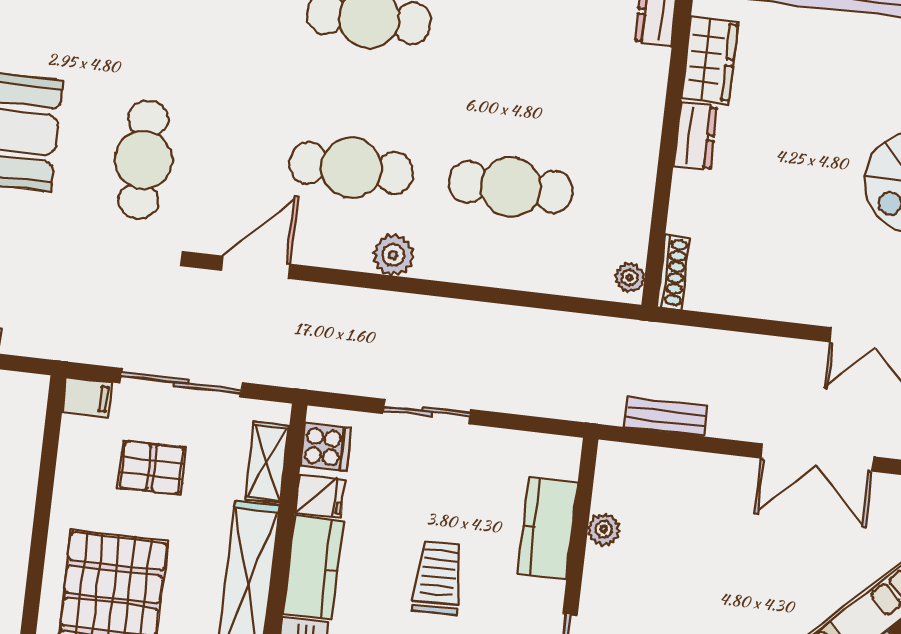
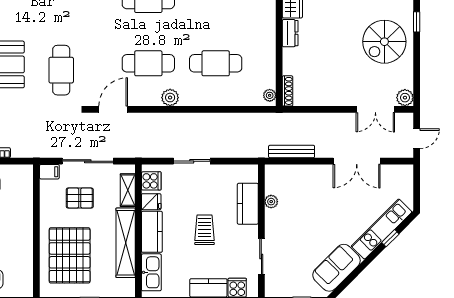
bench: (666, 417) -> (292, 152), width x1.36

